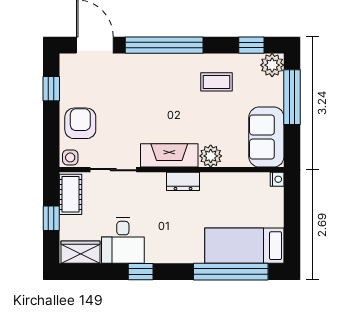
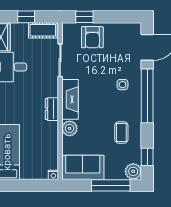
window: (51, 89) -> (84, 17), moved
armchair: (80, 123) -> (92, 37), turned 90
side table: (70, 157) -> (122, 85), moved

